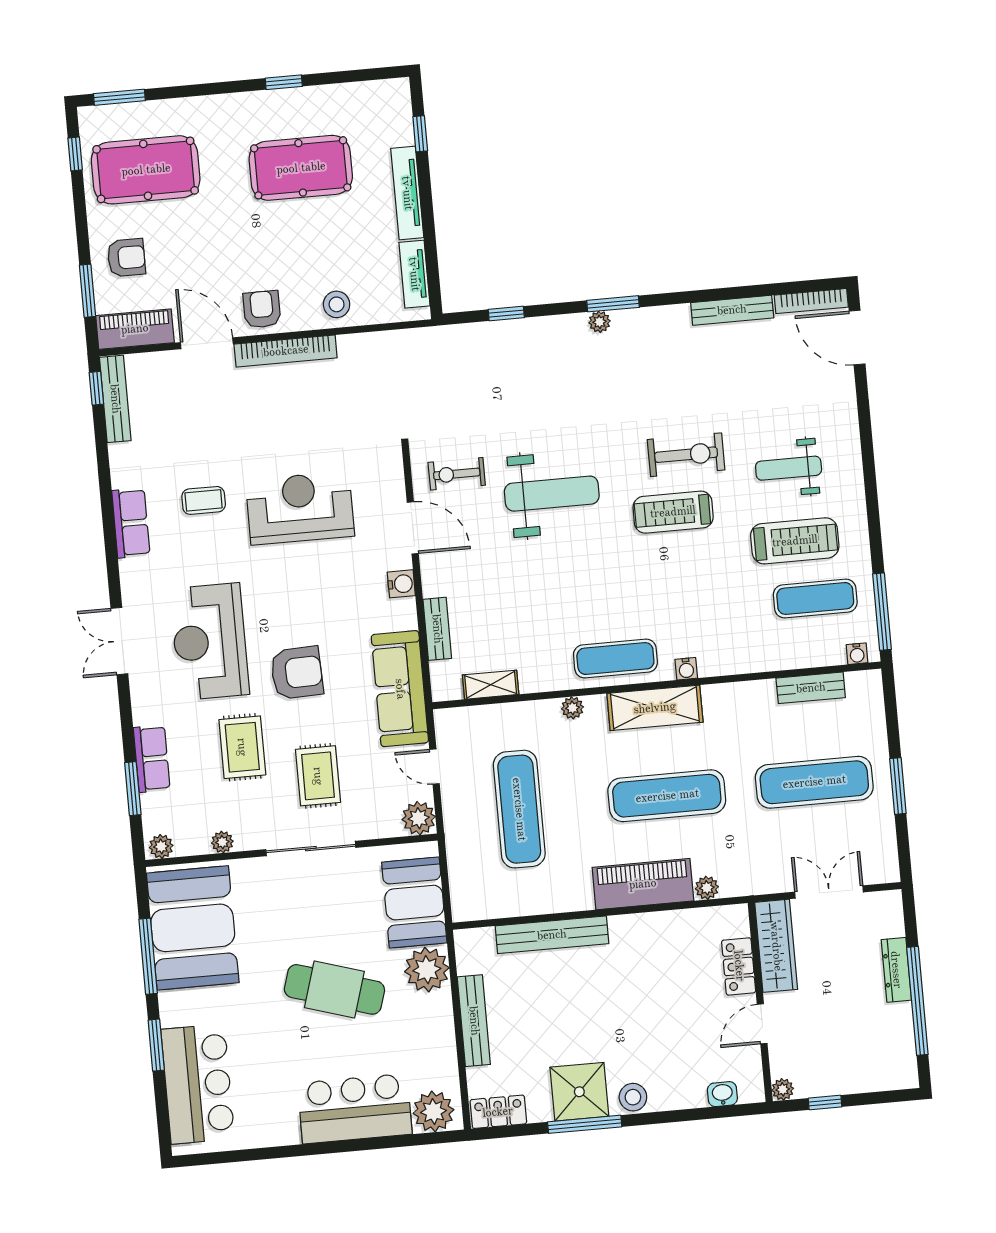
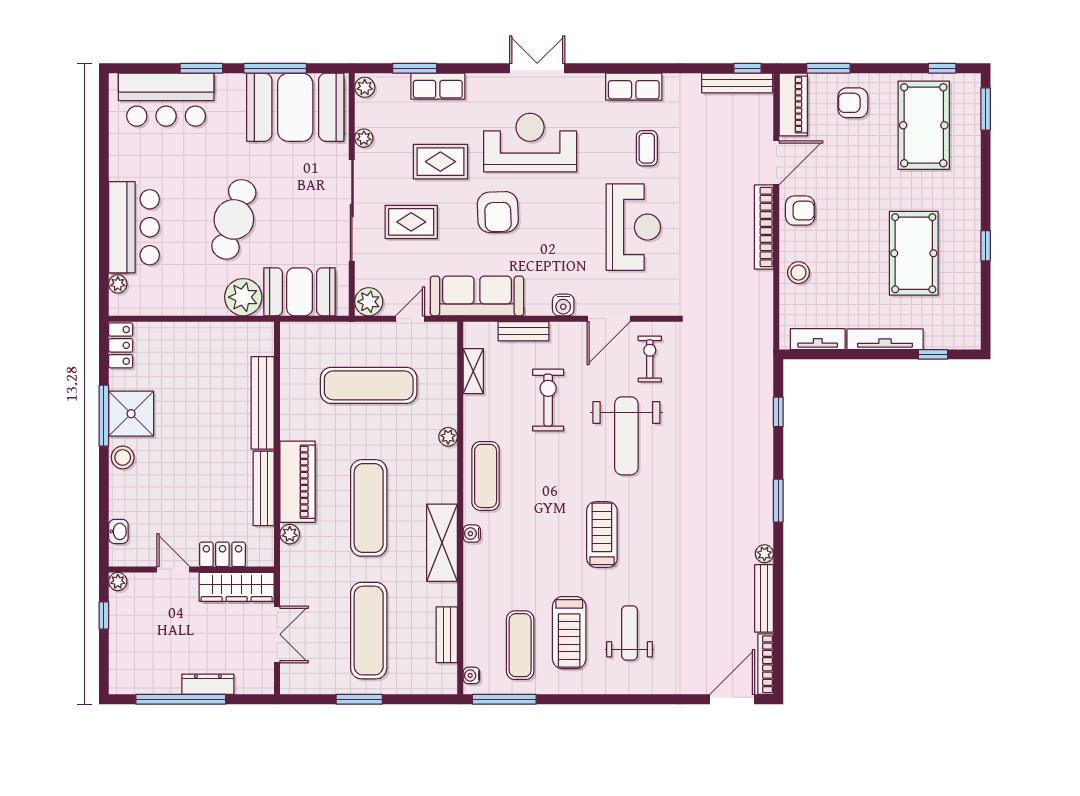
armchair: (126, 258) -> (853, 103), turned 90
plant: (599, 322) -> (764, 554), moved
exercise bike: (686, 455) -> (548, 400), moved, turned 180
shelving: (655, 708) -> (442, 543), moved
sliding door: (311, 849) -> (352, 211), width x1.36
bench: (474, 1021) -> (264, 488), moved, turned 90
plant: (433, 1111) -> (118, 284), width x0.53, depth x0.53

